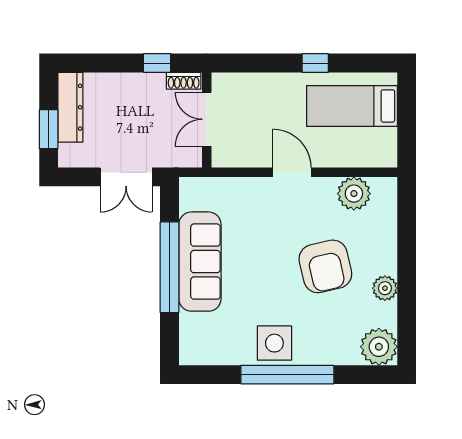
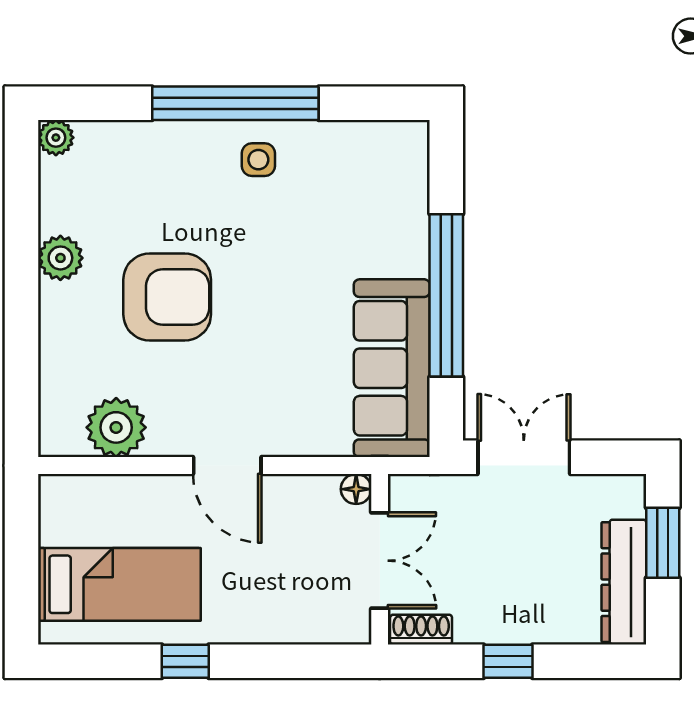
window: (157, 63) -> (508, 661), moved
floor lamp: (220, 159) -> (356, 489), added
sofa: (200, 262) -> (392, 368), moved
armchair: (325, 266) -> (167, 297), turned 103
side table: (274, 343) -> (258, 160), width x0.54, depth x0.54
plant: (379, 347) -> (56, 138), width x0.53, depth x0.53

